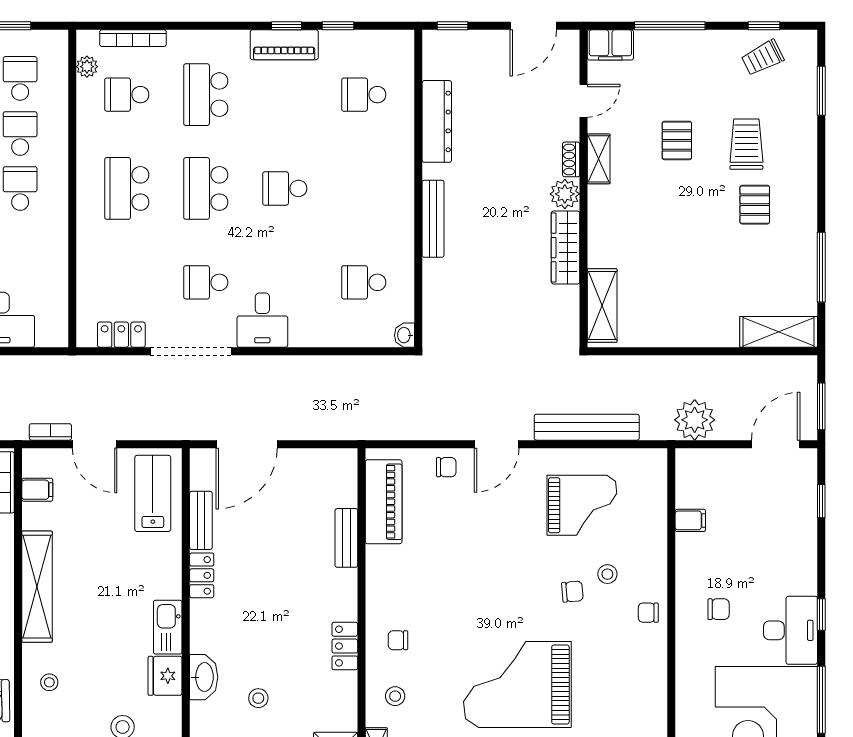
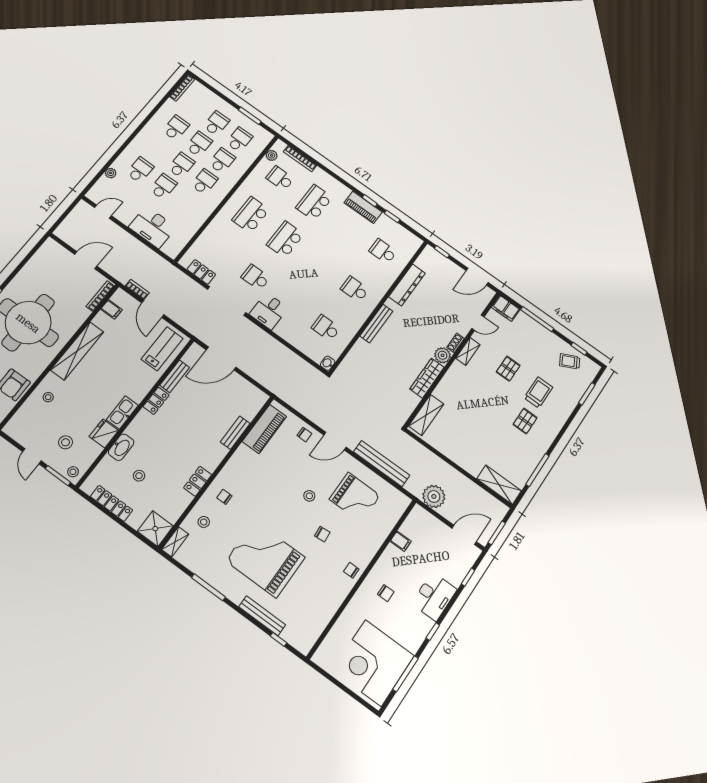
school desk: (285, 188) -> (355, 289), moved
stool: (607, 574) -> (309, 496), moved
desk: (790, 630) -> (434, 596), moved

